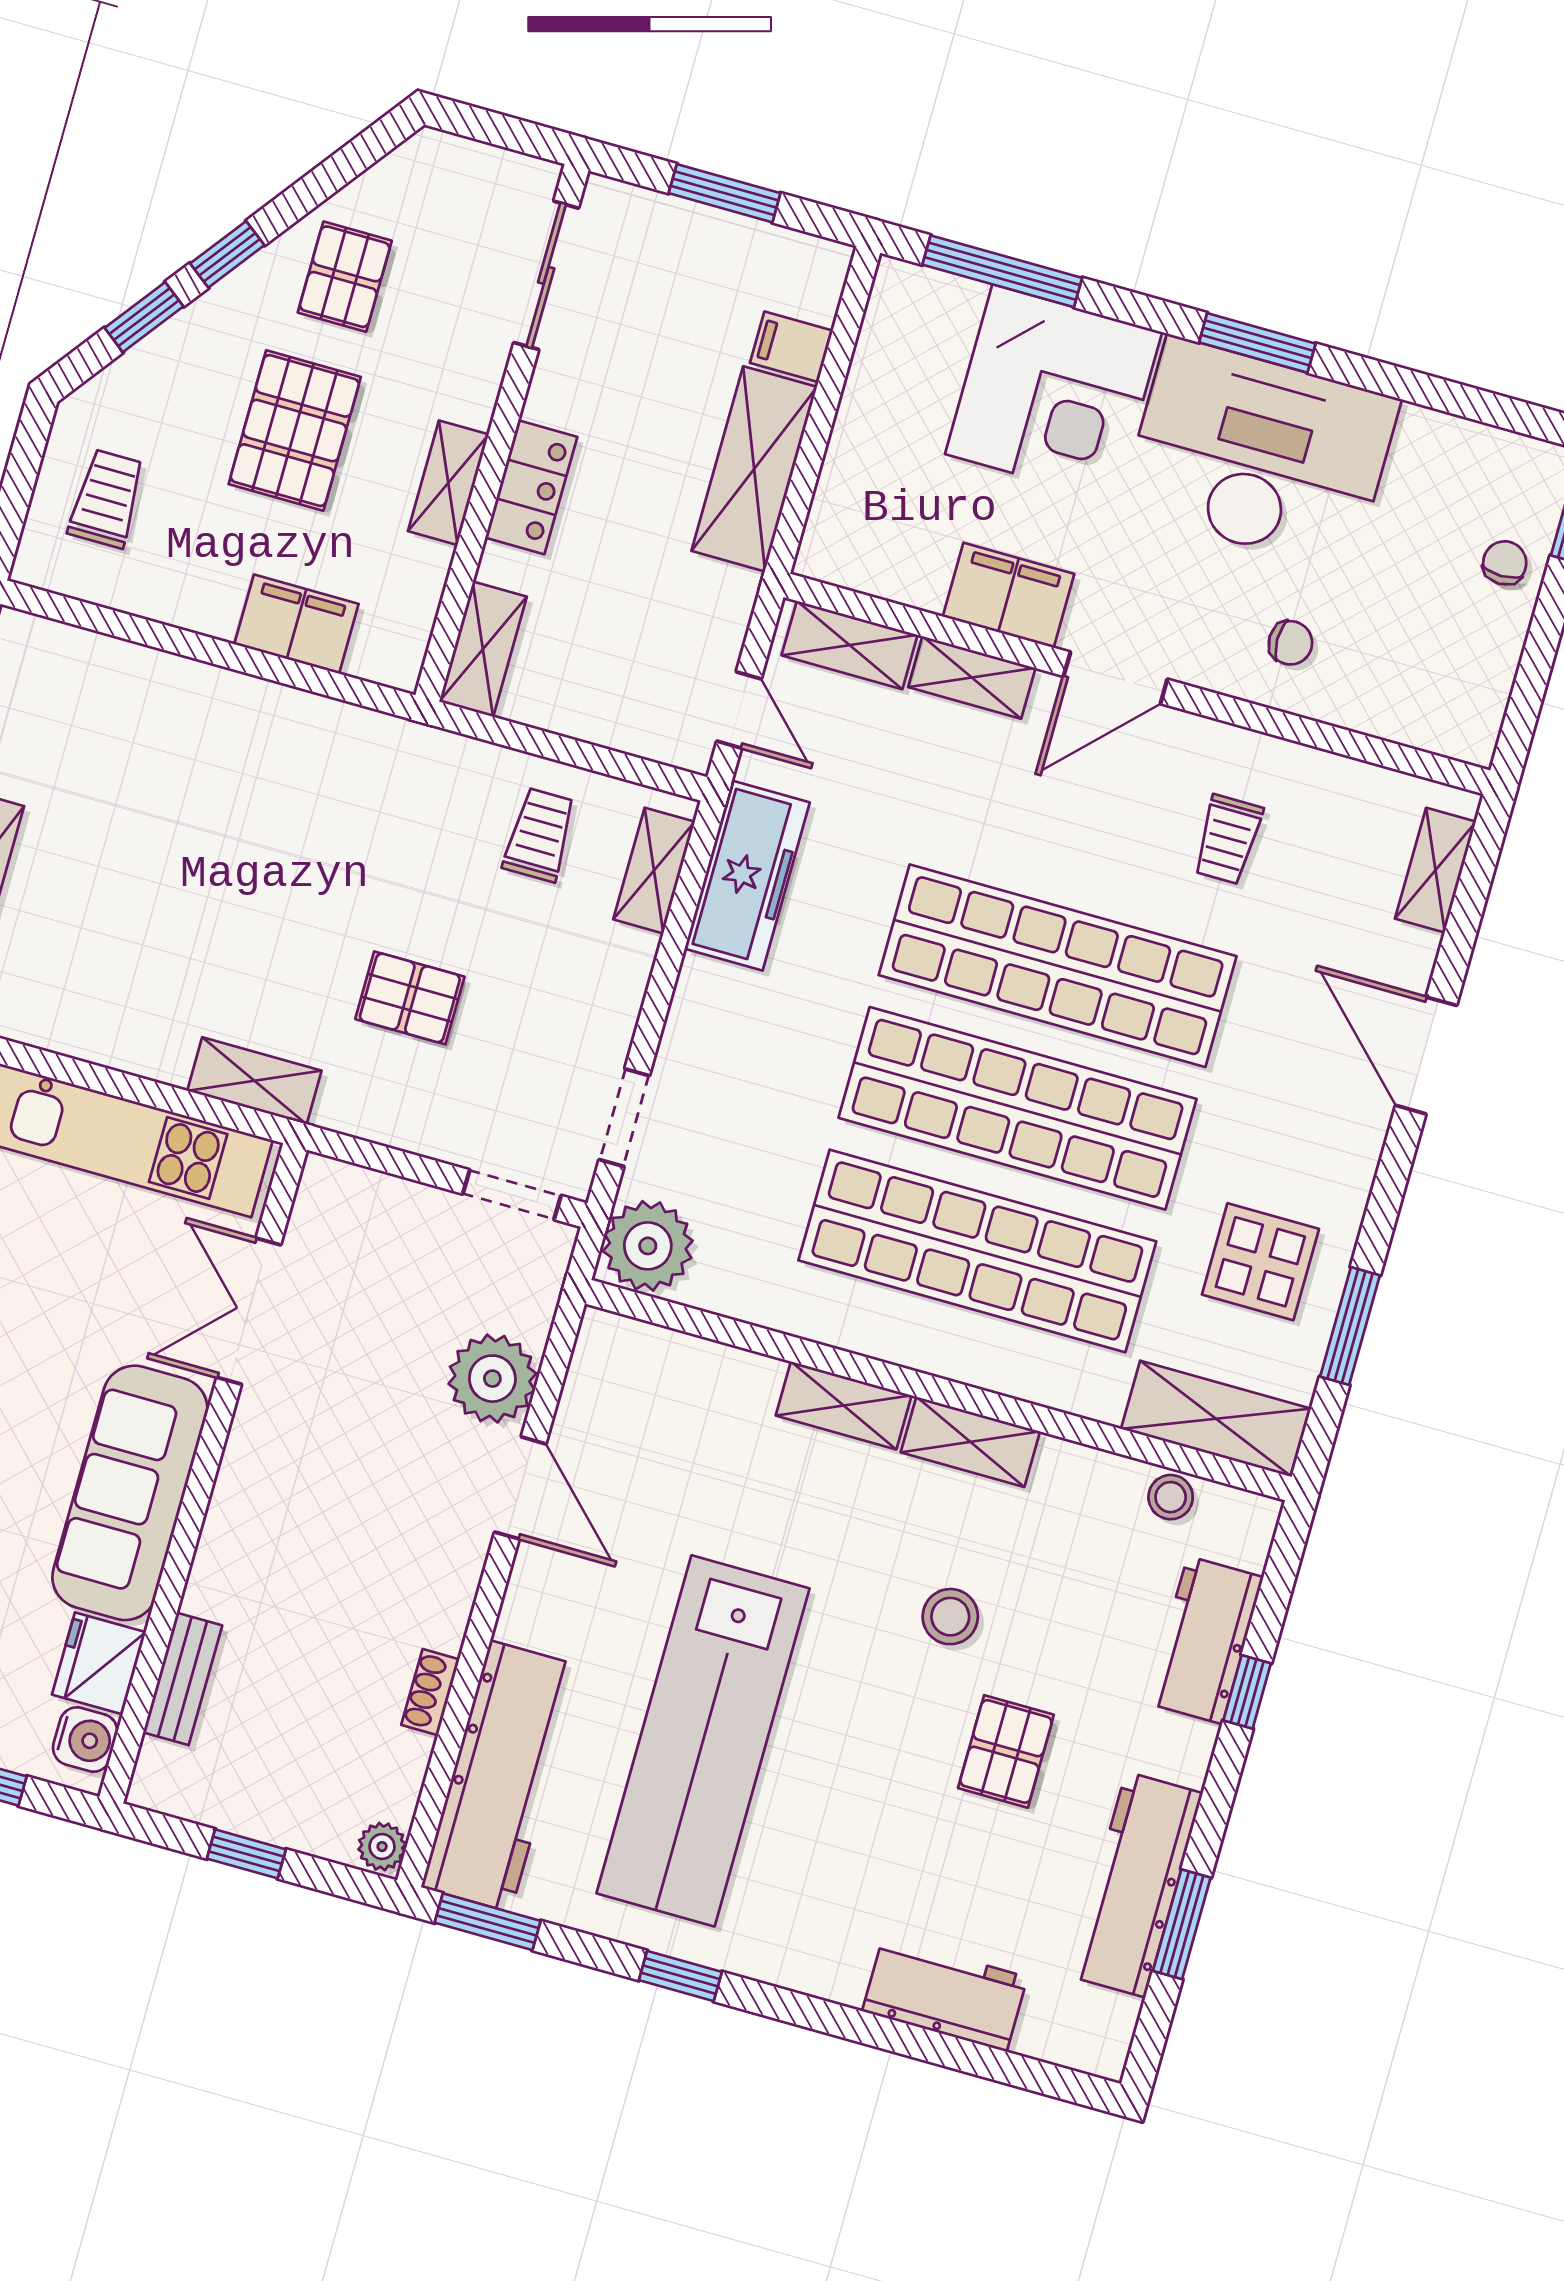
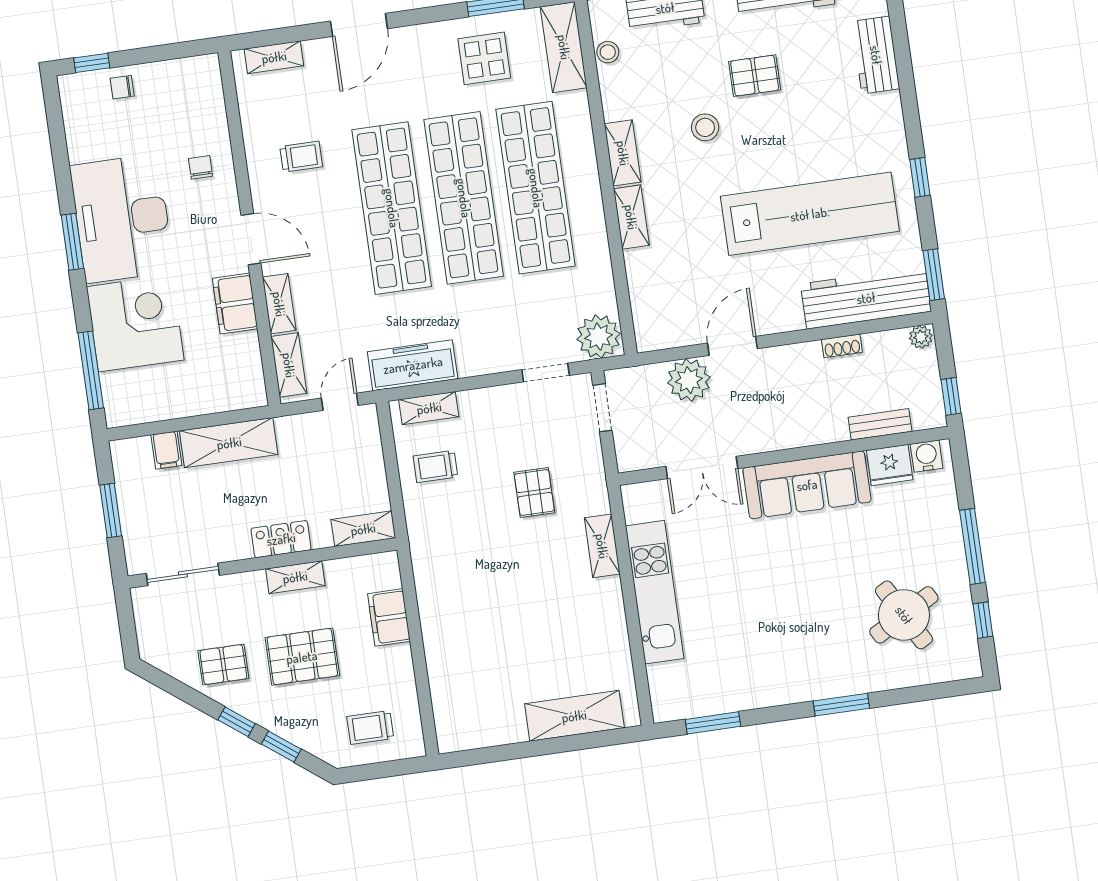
double door: (249, 1311) -> (702, 467), moved
wall: (203, 1473) -> (784, 456), moved
sofa: (130, 1493) -> (807, 485), moved
fridge: (99, 1663) -> (890, 465), moved
bench: (183, 1679) -> (880, 424), moved
water cooler: (85, 1740) -> (927, 456), moved

